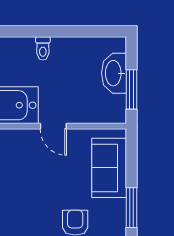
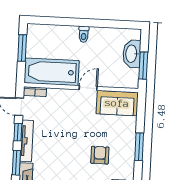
door: (53, 126) -> (88, 88), swing flipped
sofa: (109, 168) -> (117, 103), moved, turned -90

